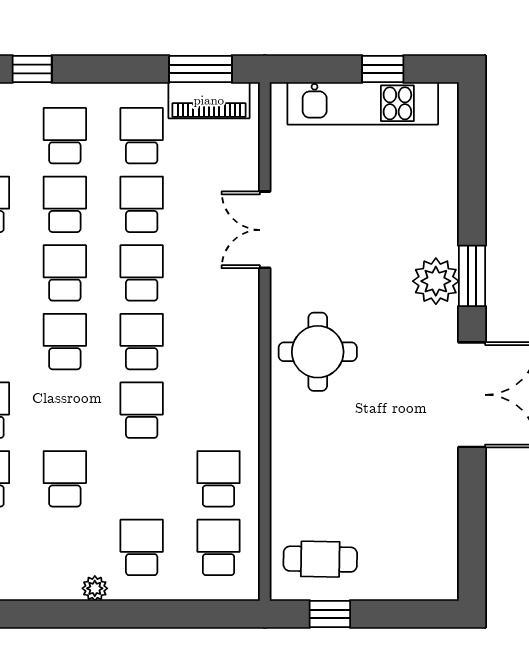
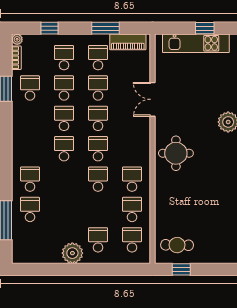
window: (201, 69) -> (106, 28), moved
school desk: (65, 479) -> (132, 179), moved
plant: (95, 588) -> (72, 253), width x1.88, depth x1.88

